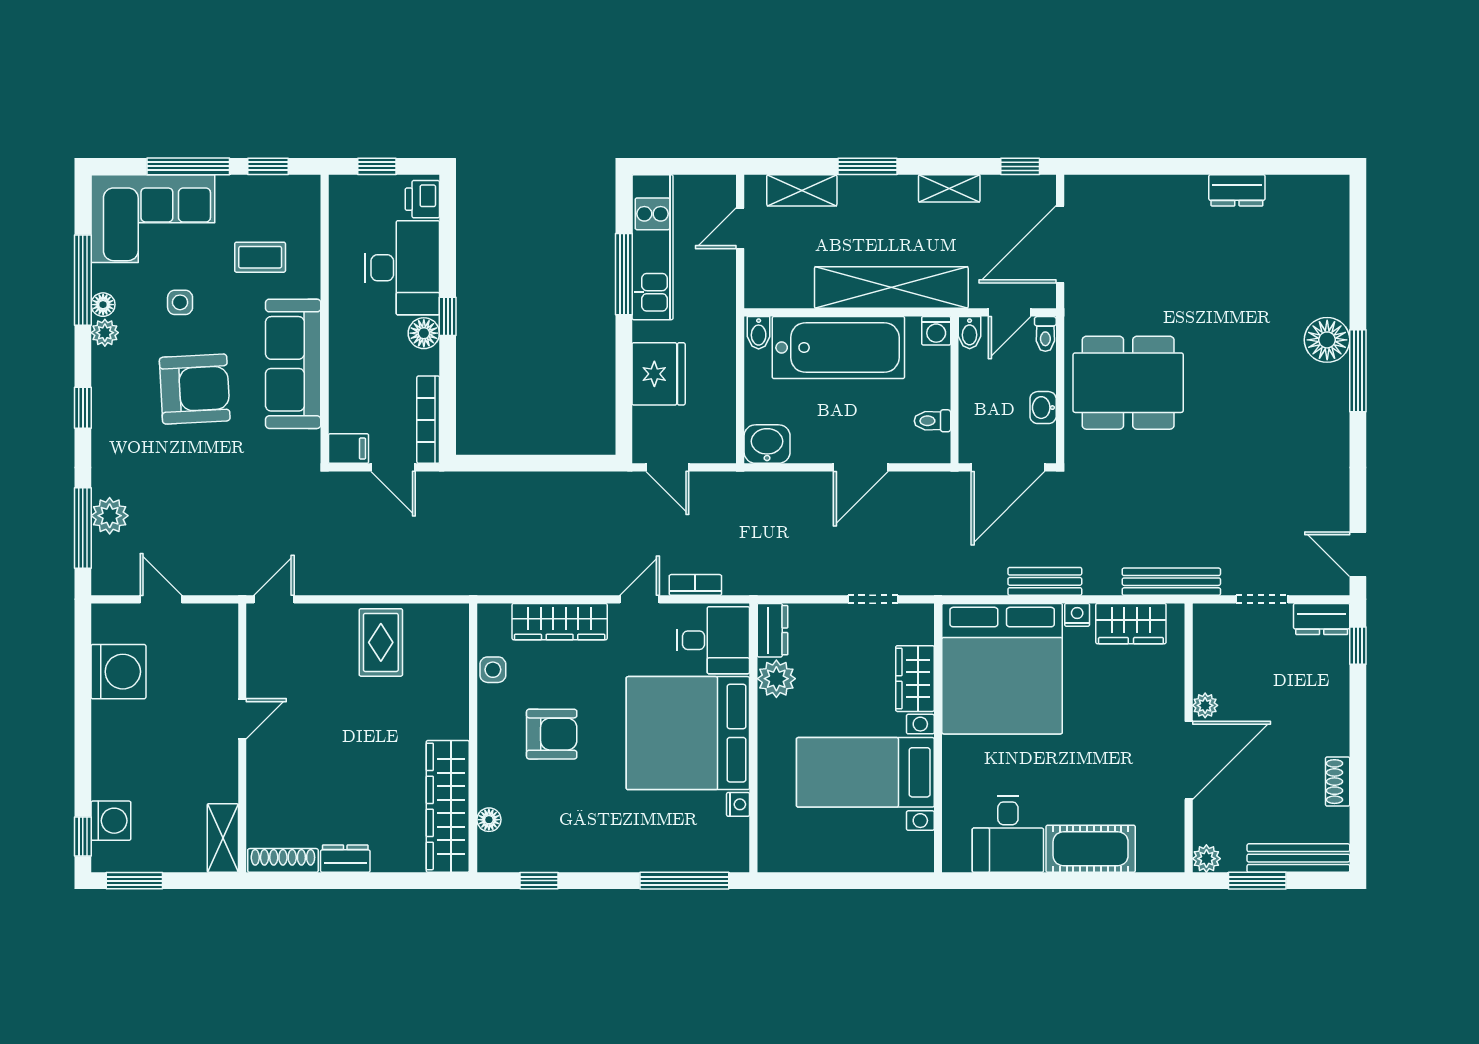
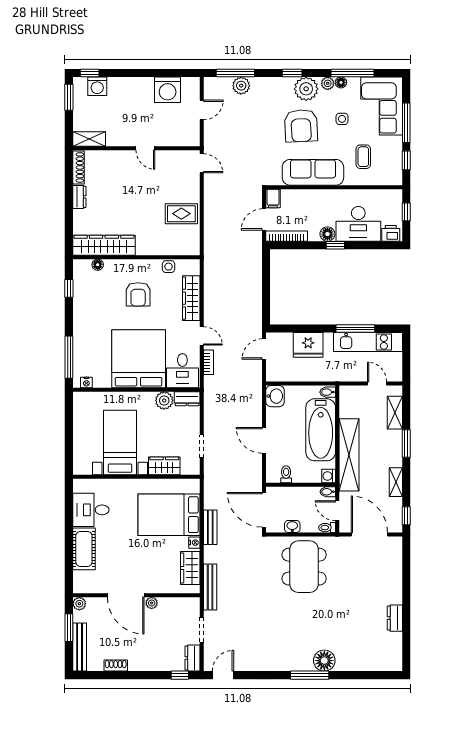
plant: (116, 378) -> (306, 89), added
bed: (1002, 669) -> (169, 515), width x0.73
nightstand: (738, 804) -> (86, 382), moved

